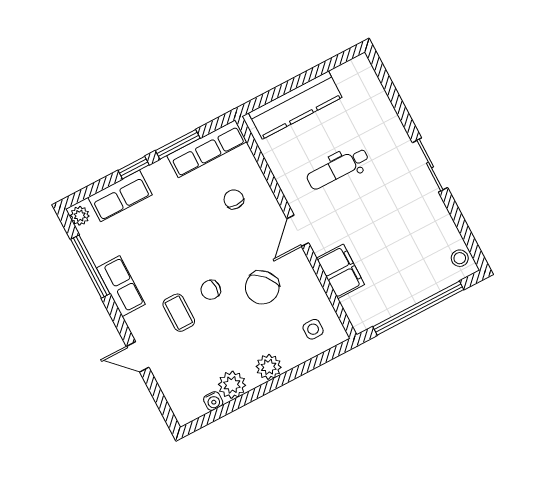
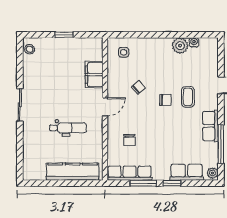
chair: (262, 287) -> (138, 87), width x0.54, depth x0.54
window: (418, 308) -> (64, 35), width x0.32
plant: (269, 367) -> (156, 45), removed

